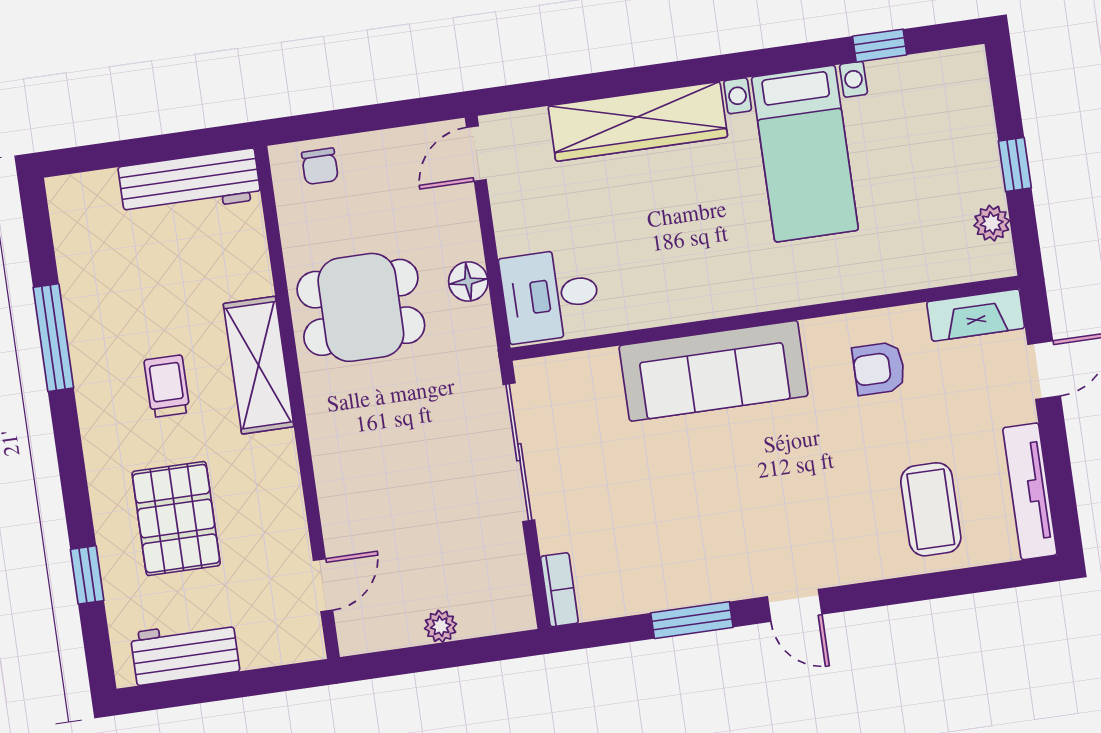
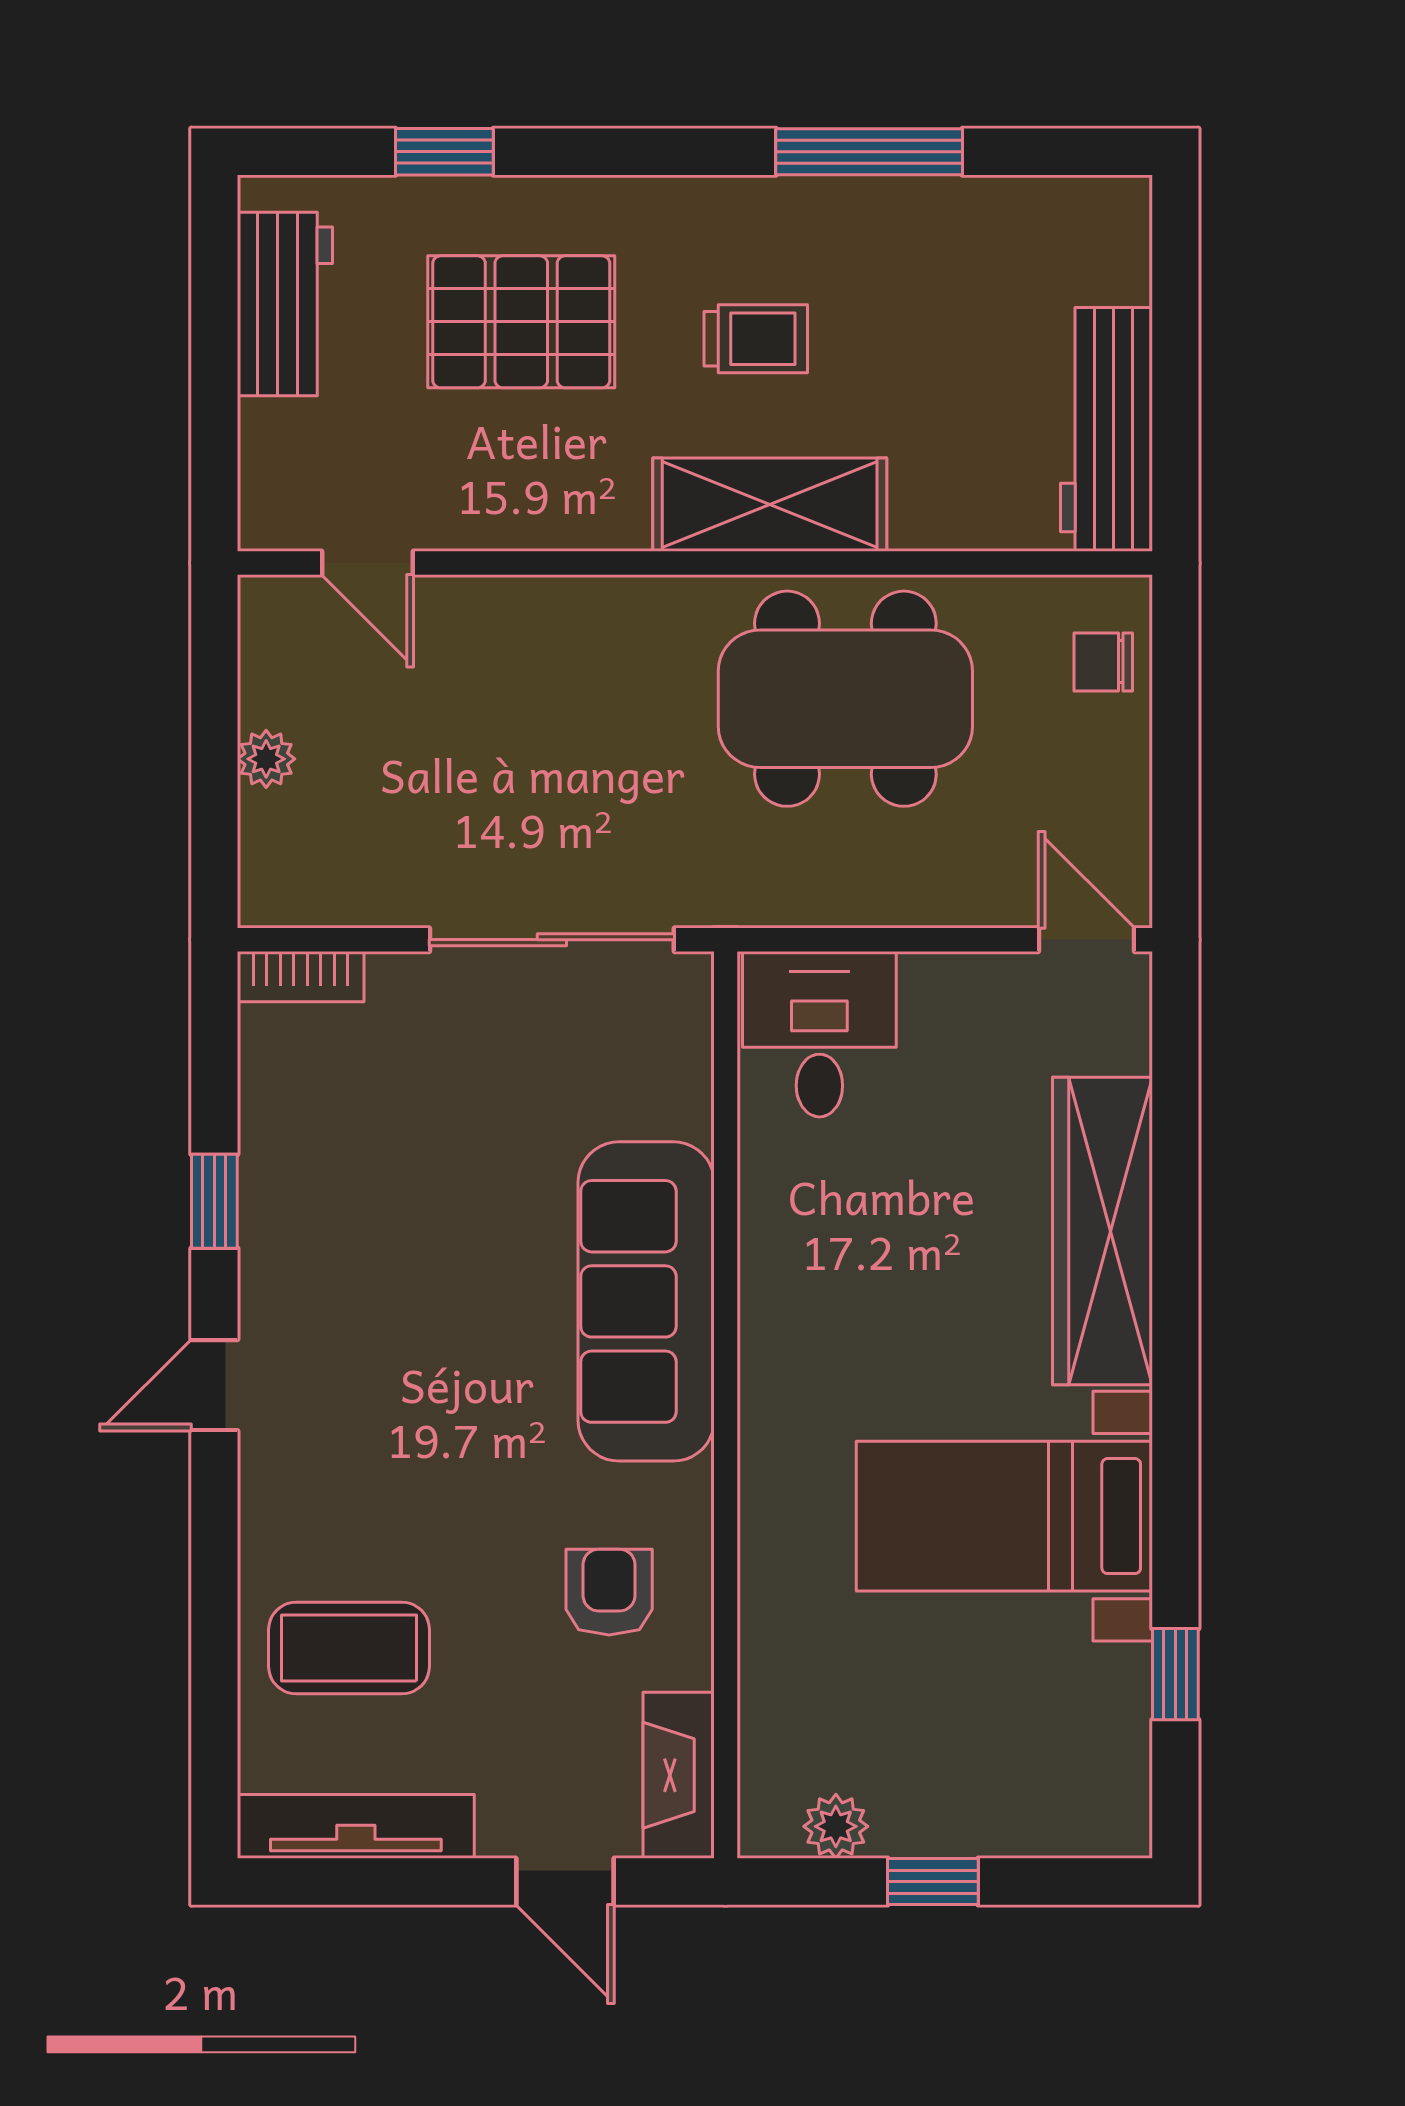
floor lamp: (468, 281) -> (864, 893), removed
dining table: (361, 307) -> (845, 699), width x1.37
window: (692, 620) -> (214, 1201), width x0.67

